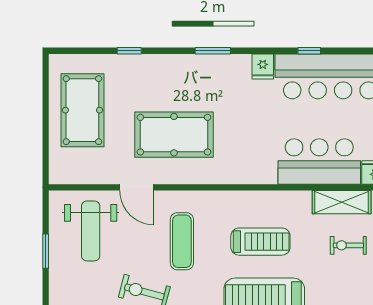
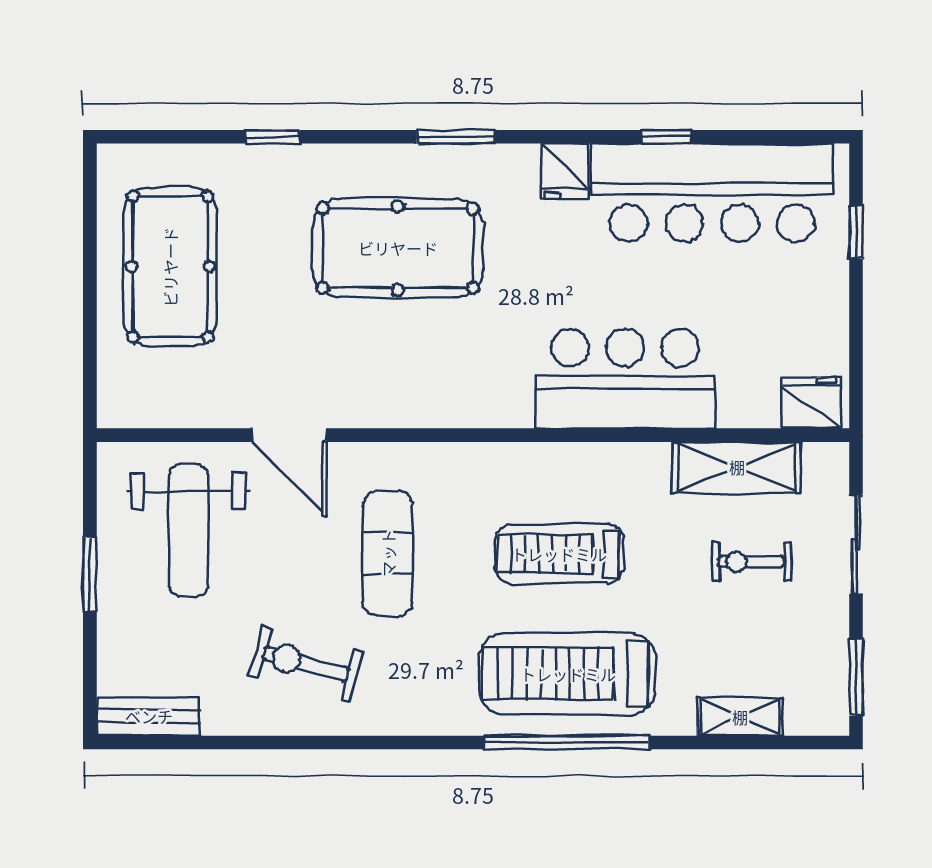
pool table: (174, 135) -> (398, 248), moved
bar counter: (319, 161) -> (625, 379), moved
treadmill: (260, 242) -> (559, 554), turned 180

